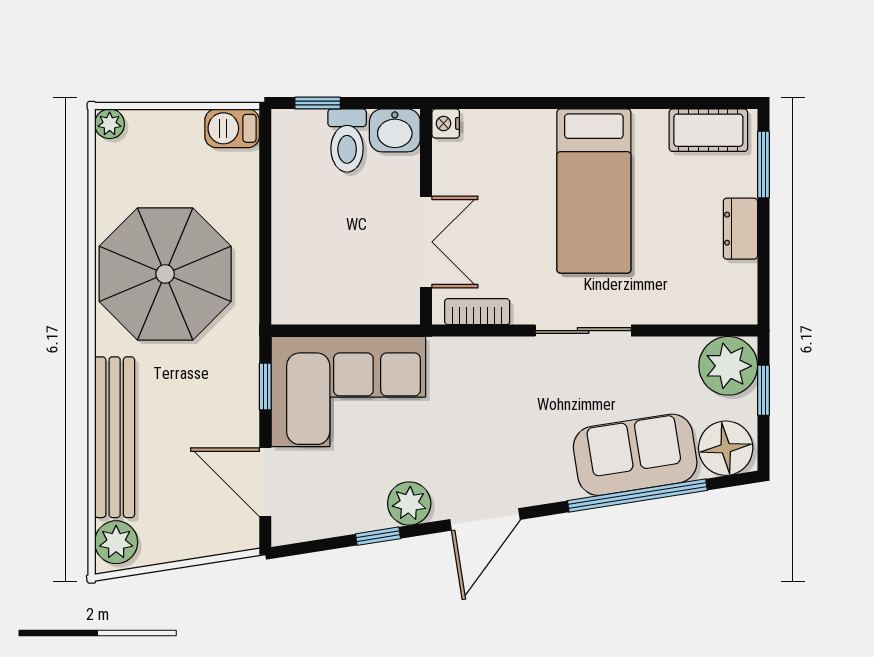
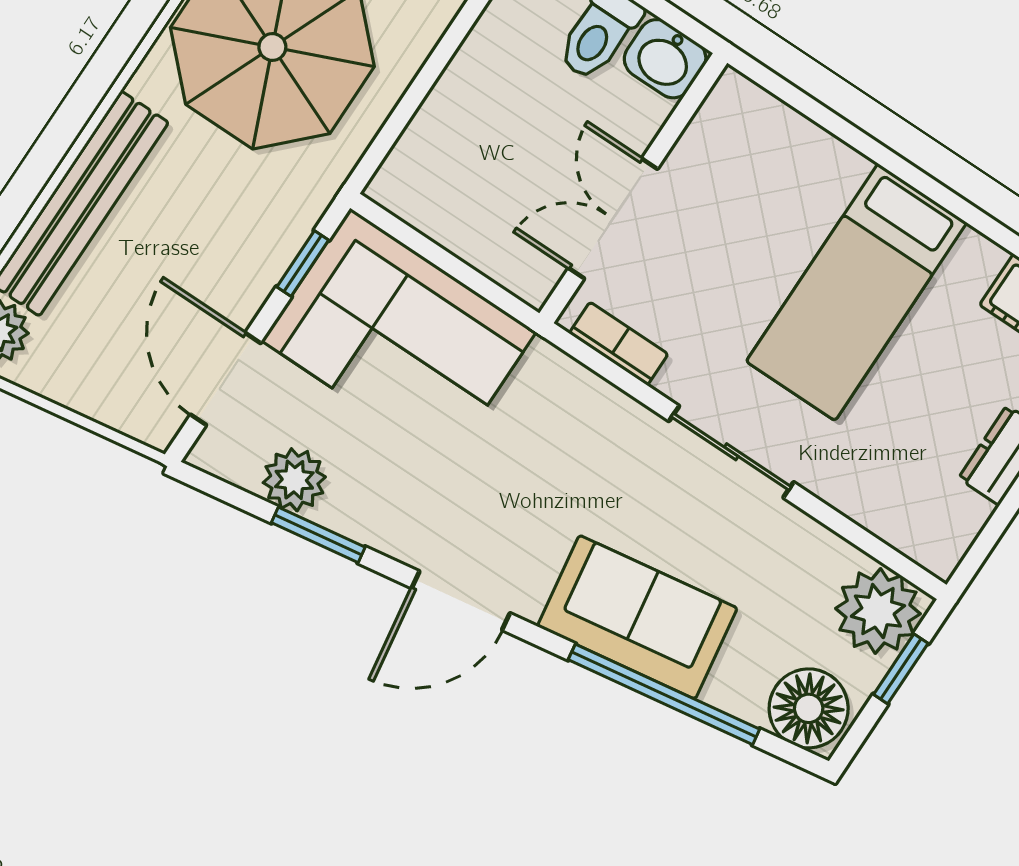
nightstand: (446, 123) -> (732, 91), removed
double door: (426, 242) -> (613, 218), swing flipped
sofa: (635, 455) -> (637, 617), moved
plant: (409, 503) -> (294, 480), moved
window: (378, 536) -> (318, 535), width x1.50

